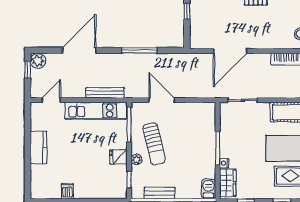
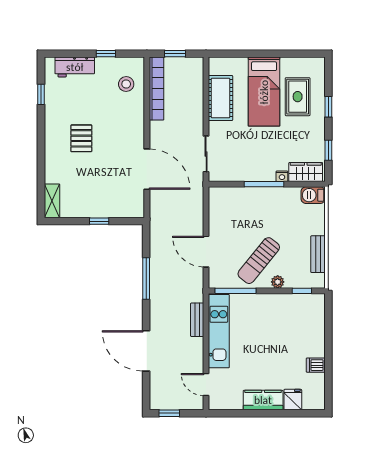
plant: (38, 61) -> (159, 401), removed
bench: (105, 93) -> (197, 320), width x0.73
door: (162, 100) -> (206, 252), hinge flipped
sun lounger: (154, 144) -> (259, 261), turned 142
fridge: (118, 157) -> (293, 400), moved, turned 180

